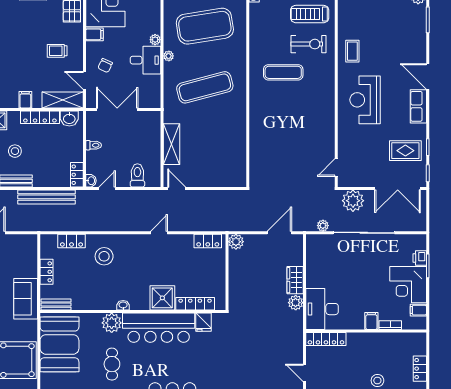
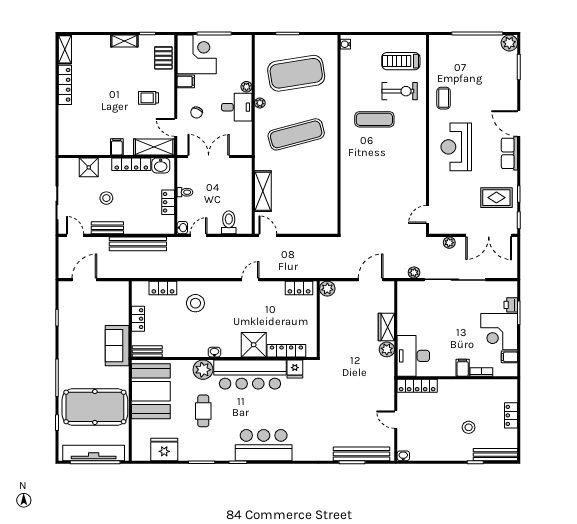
locker: (77, 175) -> (168, 202), moved
plant: (353, 201) -> (449, 243), width x0.53, depth x0.53

